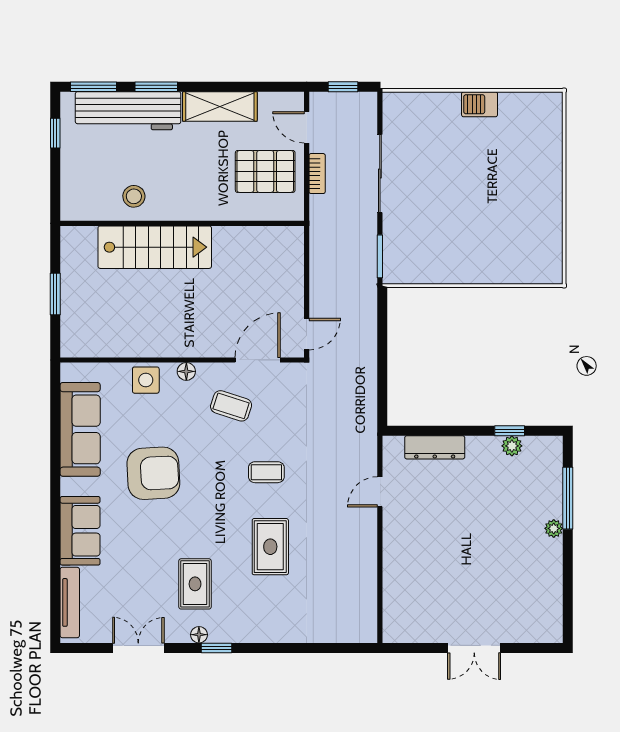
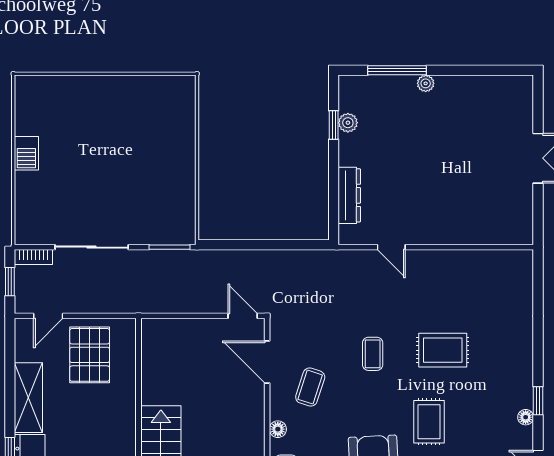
bookcase: (317, 174) -> (33, 257), moved, turned 180
rug: (195, 584) -> (429, 422), moved, turned 90

